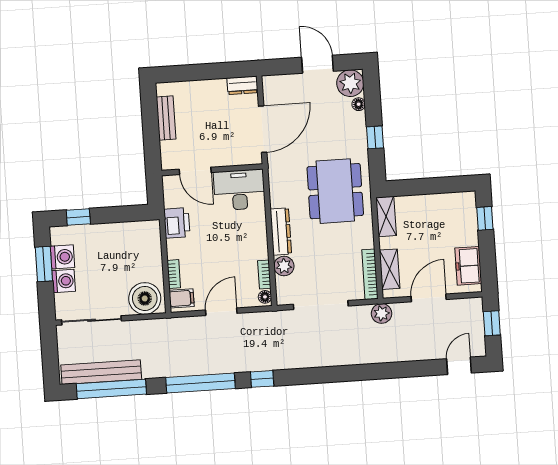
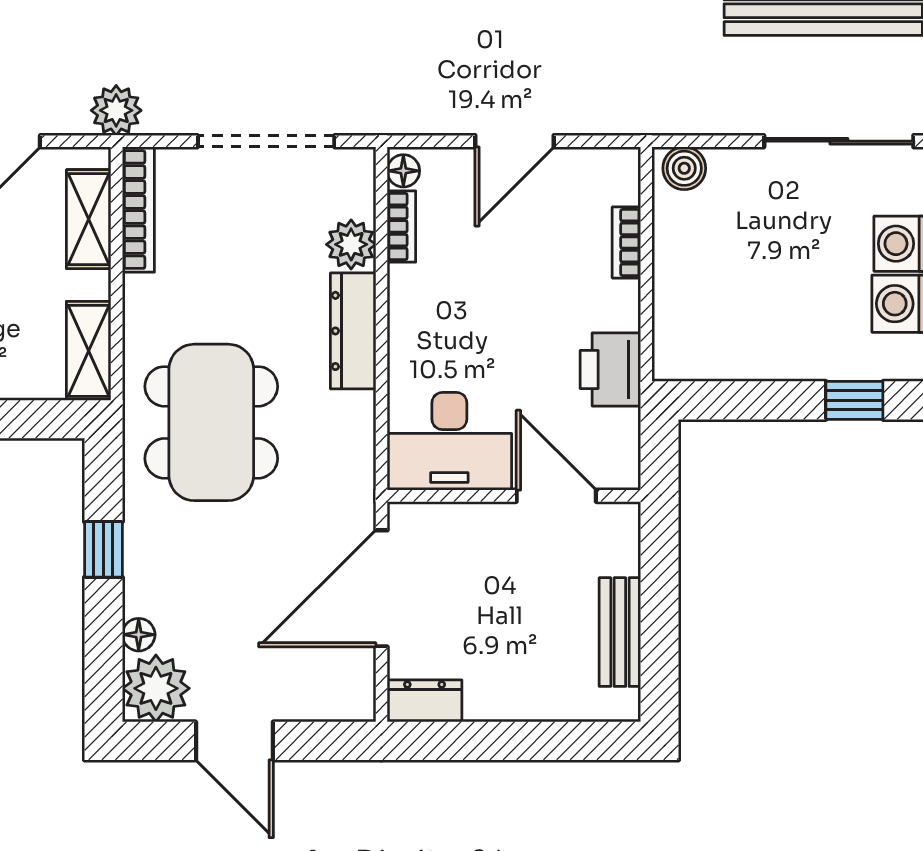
boiler: (145, 298) -> (684, 168), width x0.54, depth x0.54
filing cabinet: (182, 298) -> (611, 181), removed

